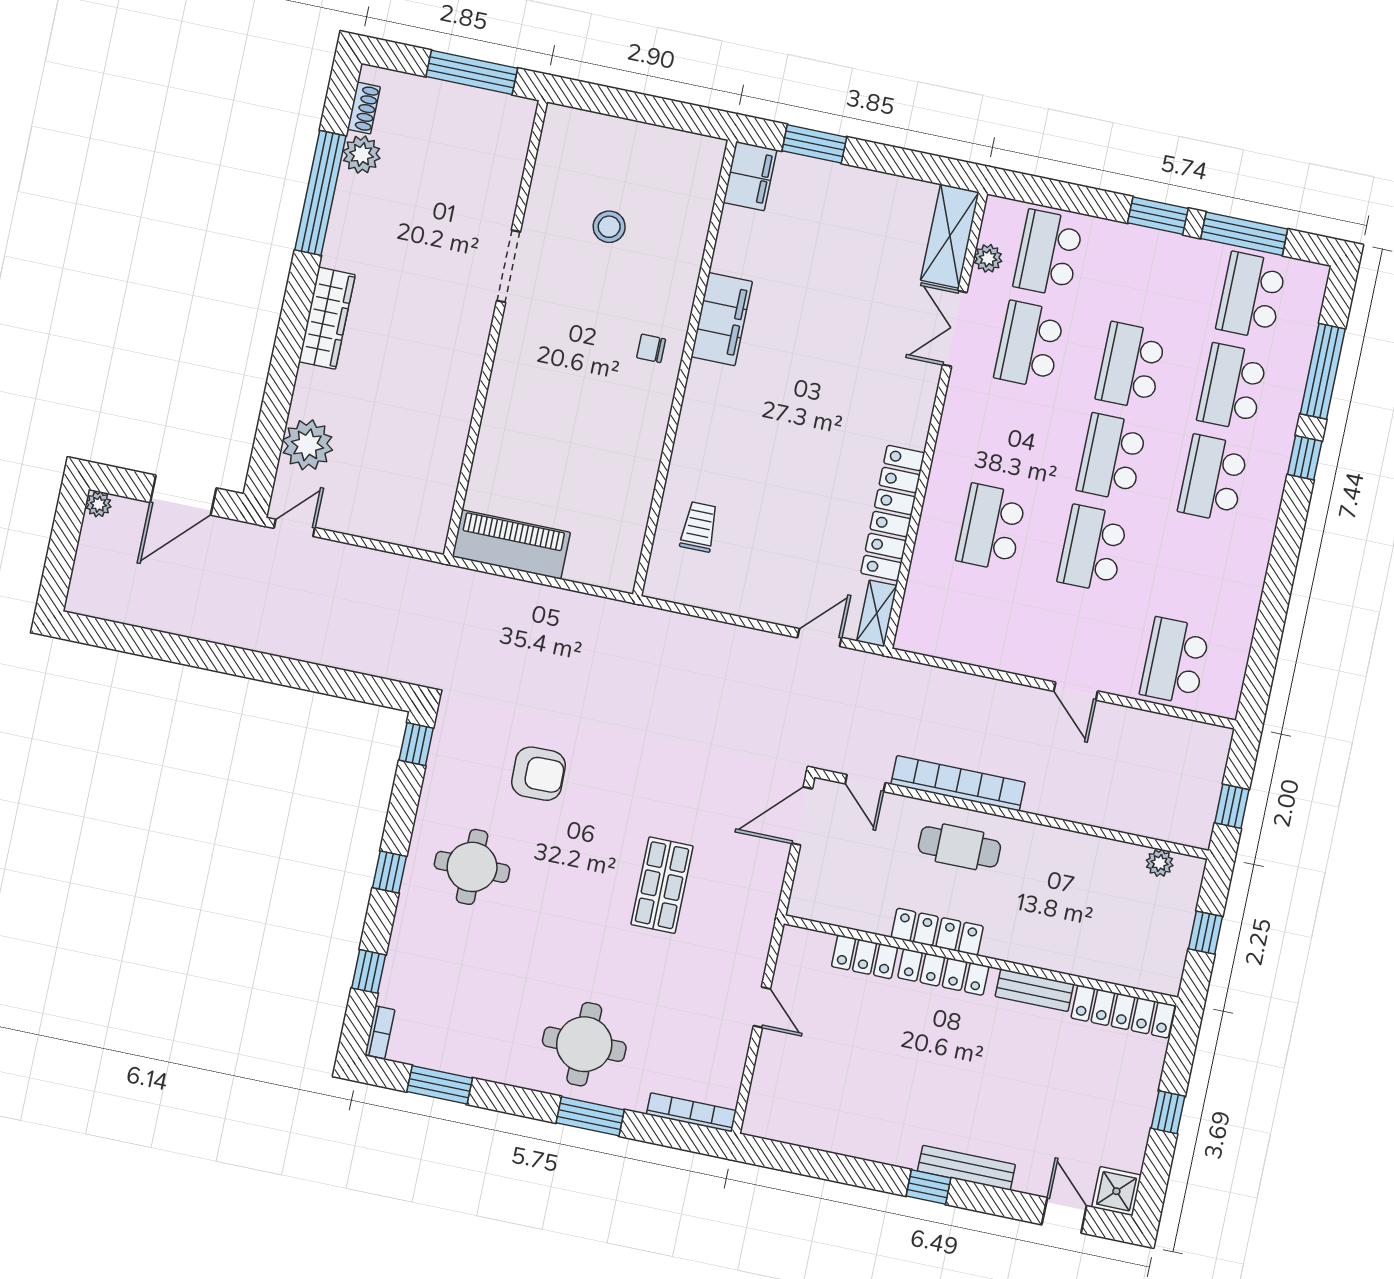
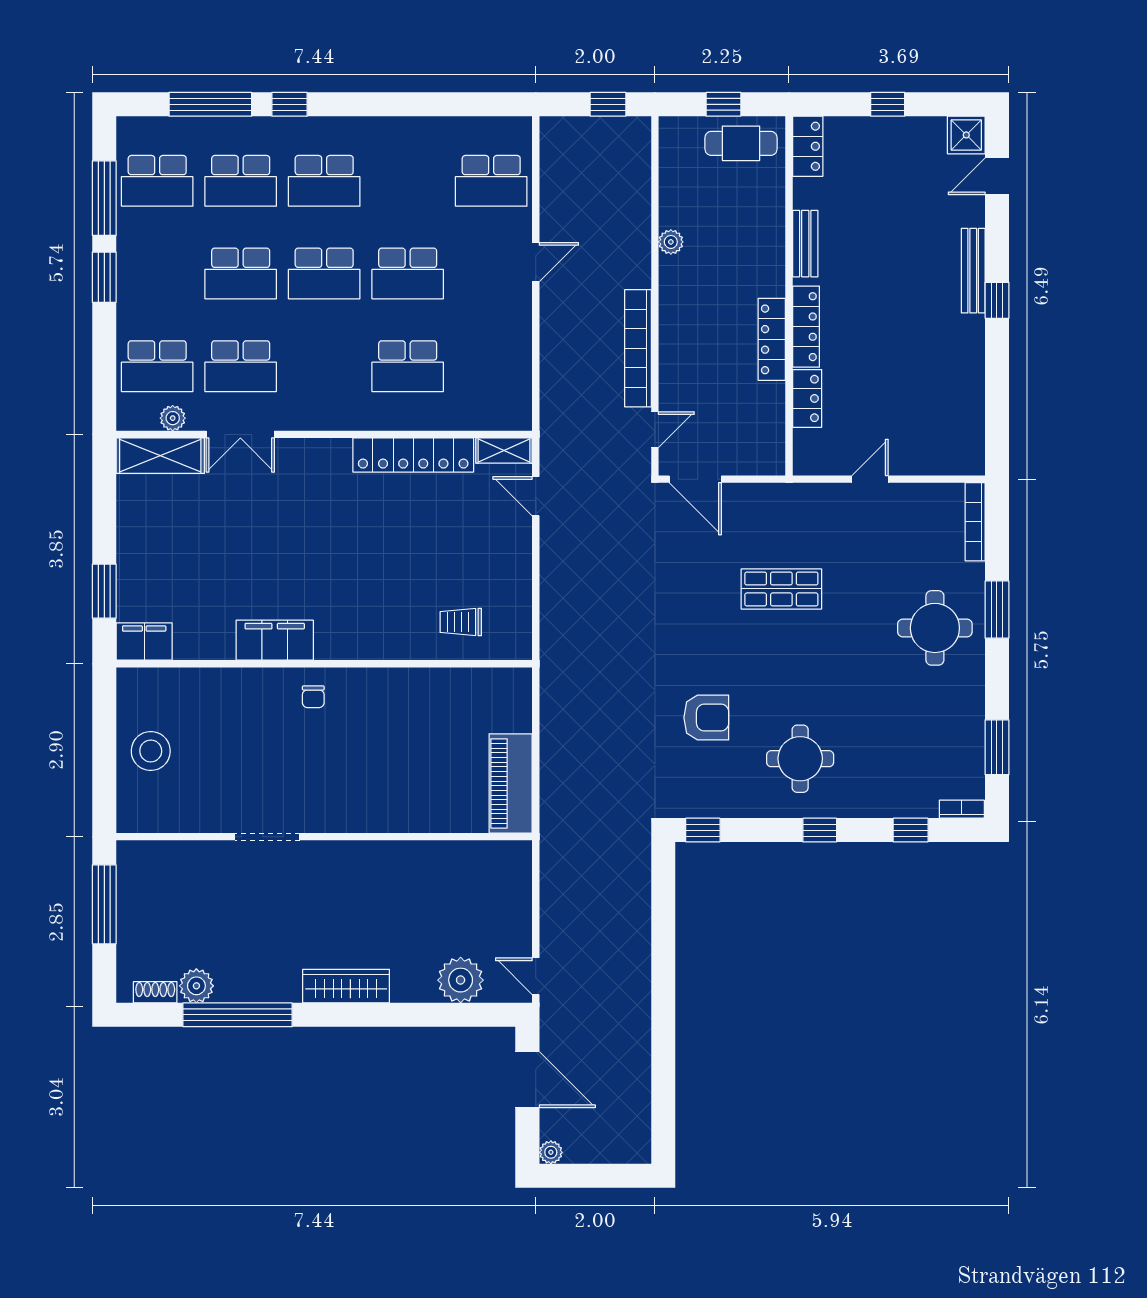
stool: (609, 227) -> (151, 751), moved, width x1.38, depth x1.38
armchair: (539, 774) -> (706, 718), turned 91
cafe table: (959, 847) -> (741, 143), moved, turned 90
plant: (1160, 863) -> (671, 242), moved
locker: (1123, 1012) -> (808, 146), width x0.66

